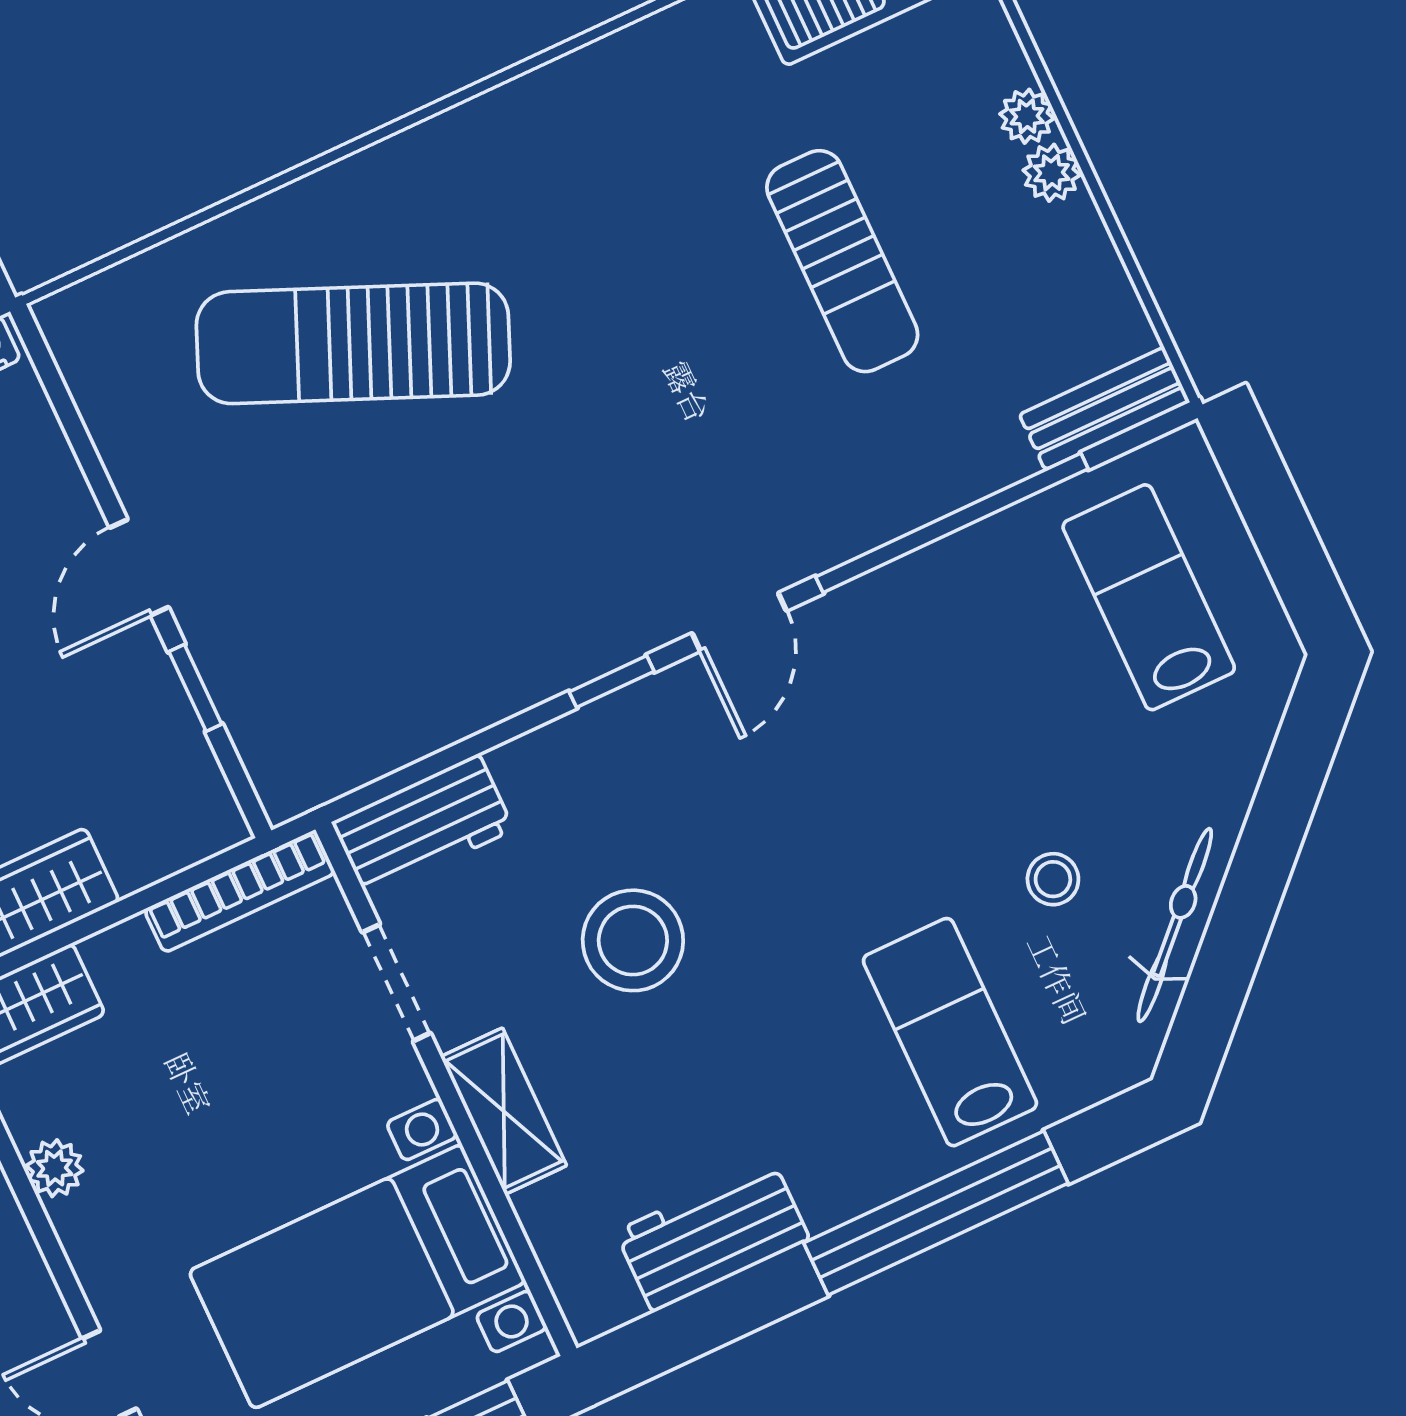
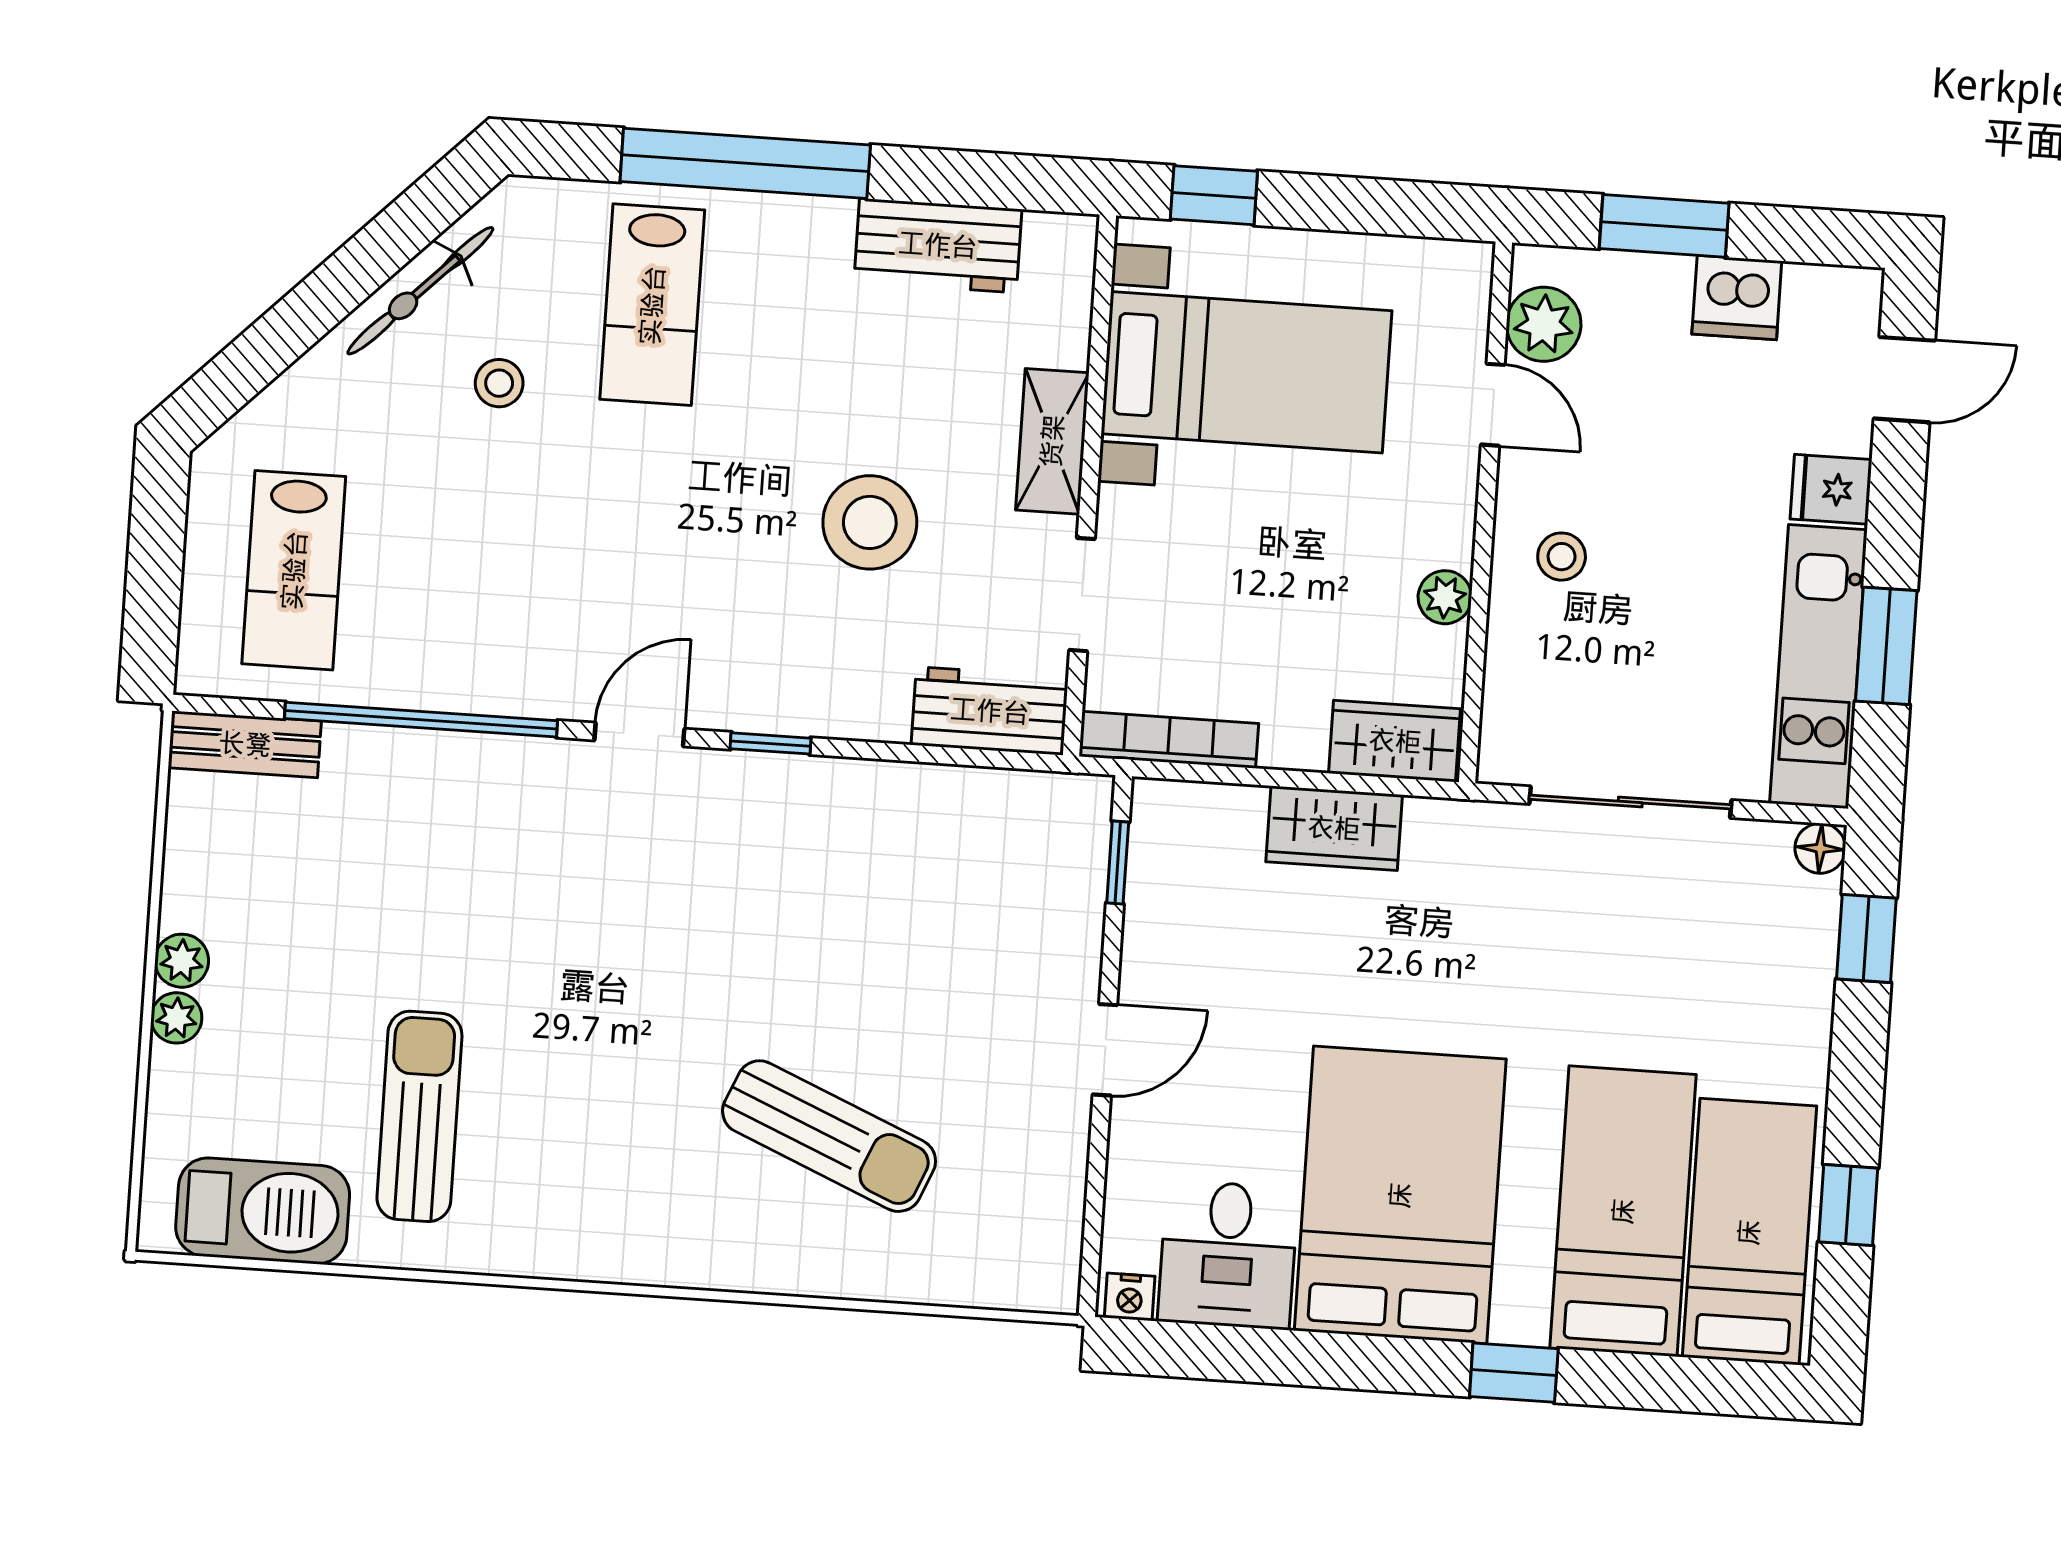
sun lounger: (842, 261) -> (419, 1116), moved
sun lounger: (353, 343) -> (829, 1136), width x0.73, depth x0.75
window: (195, 688) -> (1118, 862), moved

